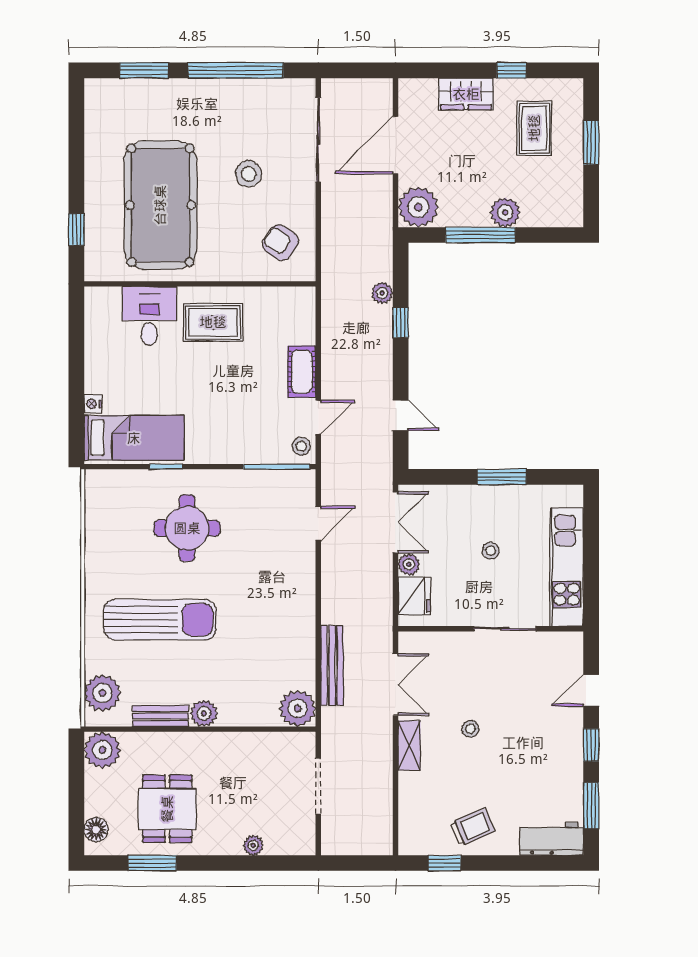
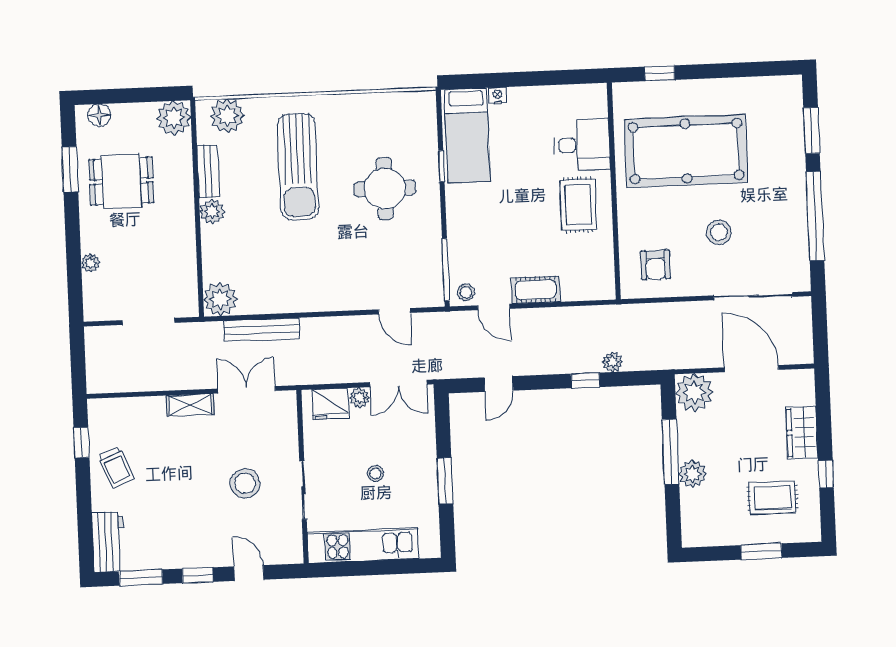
armchair: (280, 243) -> (656, 265), turned 147
double door: (395, 685) -> (247, 390), swing flipped
stool: (470, 729) -> (245, 483), moved, width x1.89, depth x1.89

